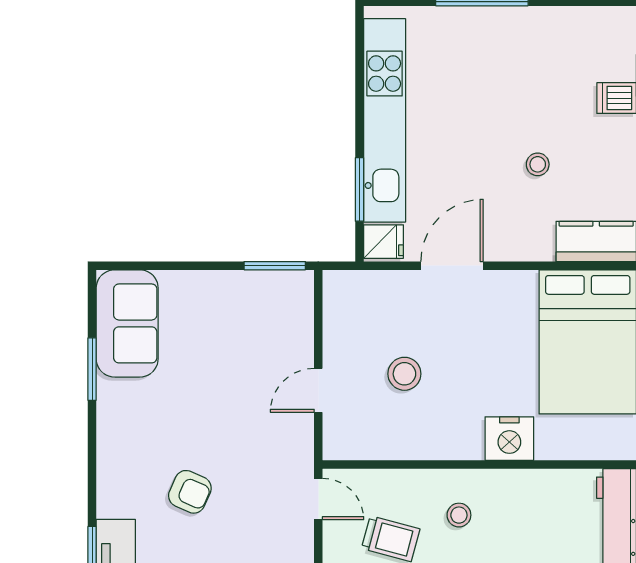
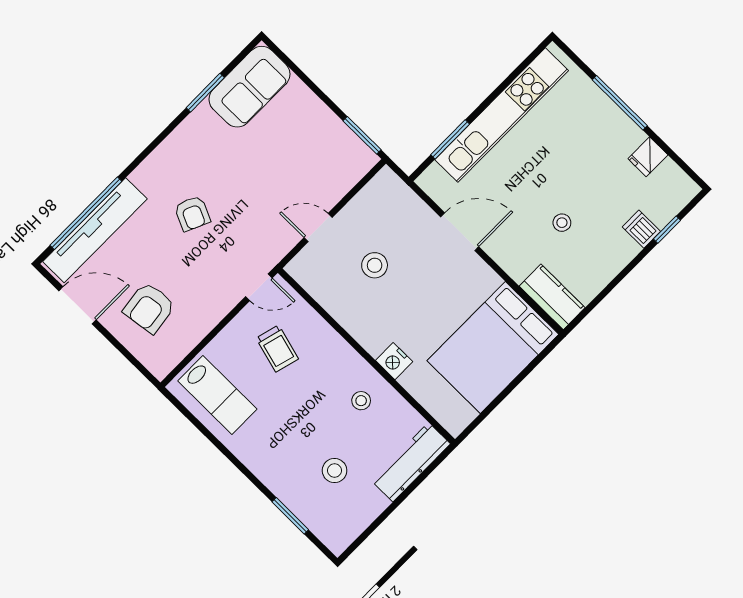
fridge: (384, 242) -> (648, 157), moved, turned 90
nightstand: (509, 439) -> (394, 361), width x0.74, depth x0.75
door: (318, 499) -> (259, 287), hinge flipped
stool: (459, 515) -> (361, 401), moved

